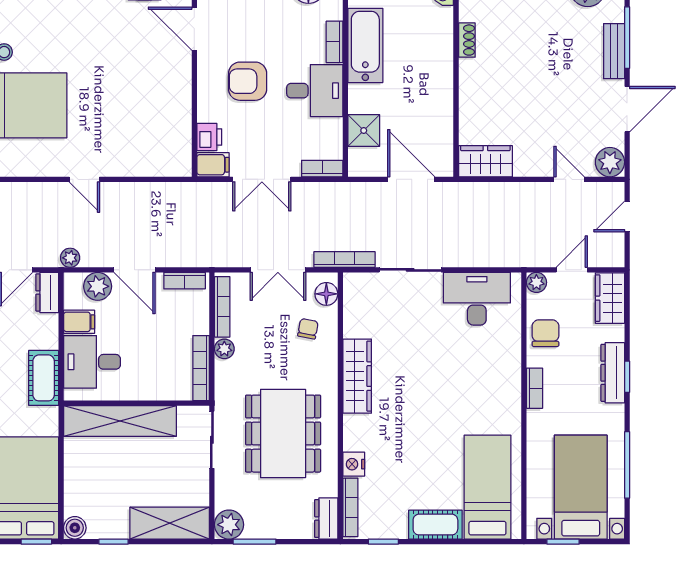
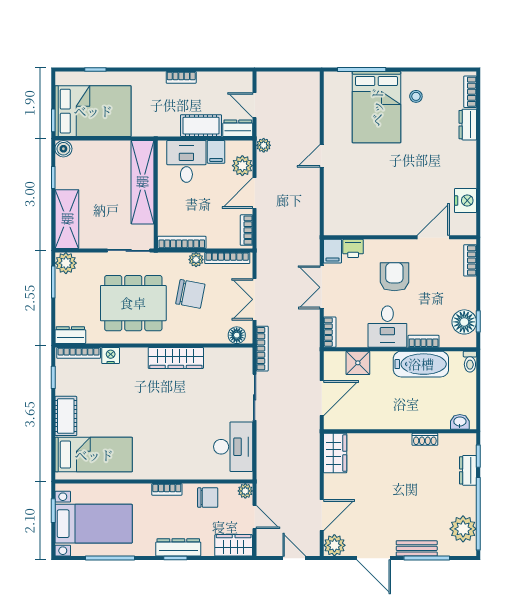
door: (569, 179) -> (322, 515), width x1.37
chair: (308, 329) -> (190, 294), moved, width x1.87, depth x1.87
cot: (44, 378) -> (201, 126), moved

